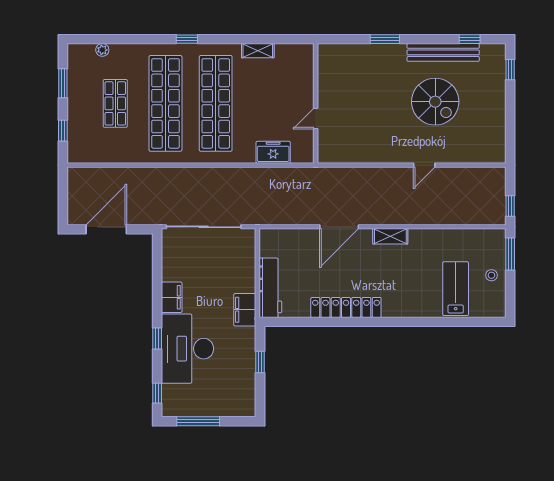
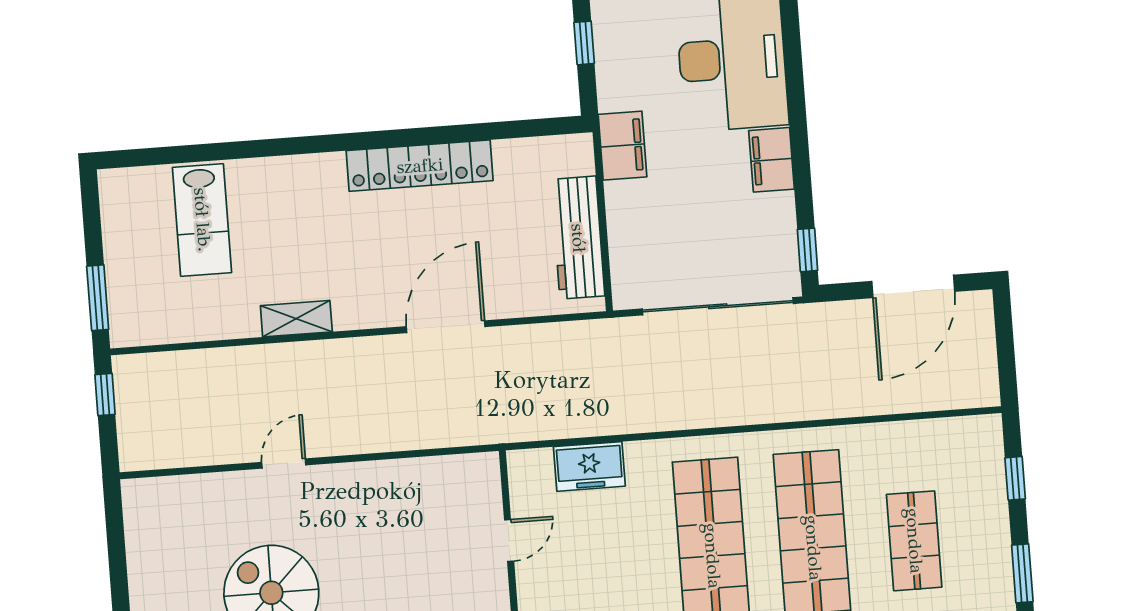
shelving: (390, 236) -> (296, 319), moved
stool: (491, 275) -> (132, 252), removed
workbench: (270, 288) -> (578, 238), moved
window: (157, 338) -> (808, 250), moved

